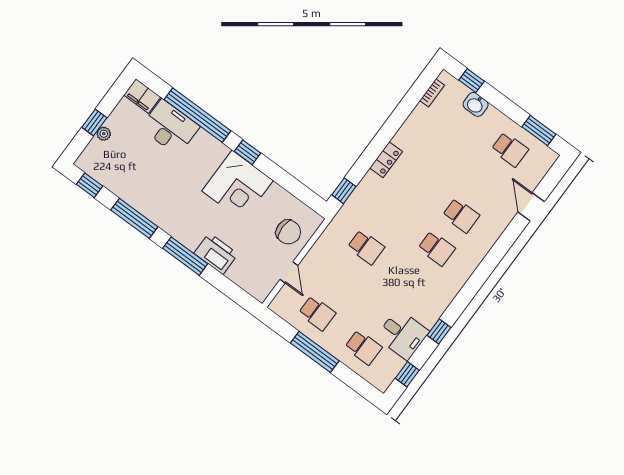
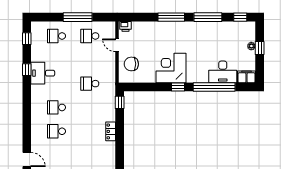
printer: (216, 254) -> (125, 26), moved, width x0.53, depth x0.68
desk: (402, 334) -> (43, 73), moved

